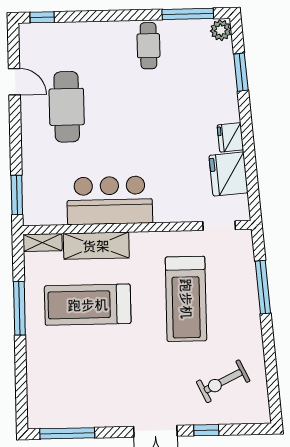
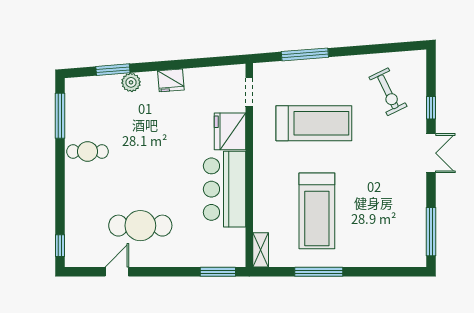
plant: (221, 30) -> (131, 82), moved
fridge: (229, 174) -> (230, 131), moved, turned 95
shelving: (96, 246) -> (265, 202), removed

